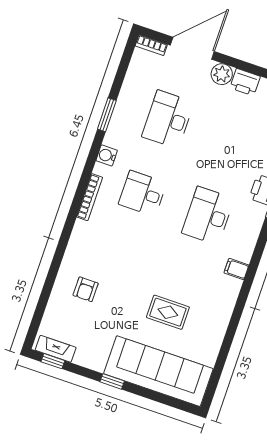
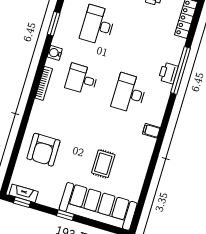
armchair: (86, 289) -> (44, 150), width x1.88, depth x1.88
rug: (168, 312) -> (103, 164), turned 90

